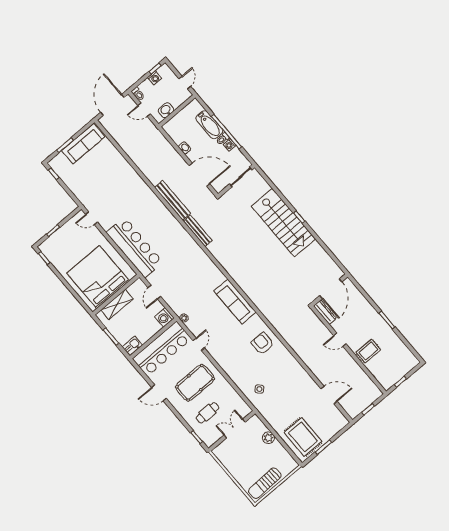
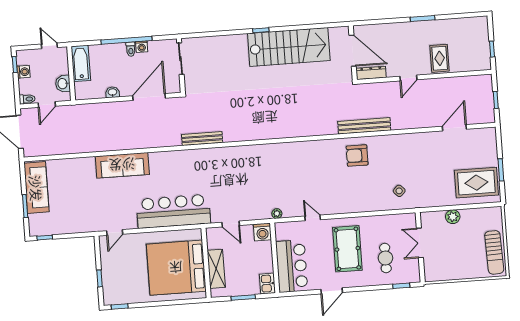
bathtub: (209, 125) -> (81, 63), moved, turned -90
bench: (173, 200) -> (364, 126), moved
stairs: (283, 223) -> (289, 47), moved
sofa: (235, 302) -> (122, 165), moved
bar counter: (162, 349) -> (292, 266), width x0.73

